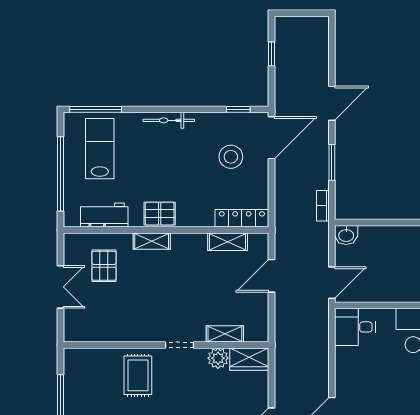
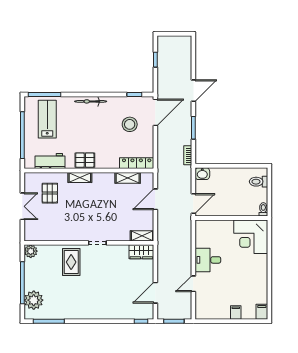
desk: (355, 327) -> (208, 260), moved
shelving: (225, 334) -> (142, 236), moved
plant: (218, 358) -> (31, 251), moved

